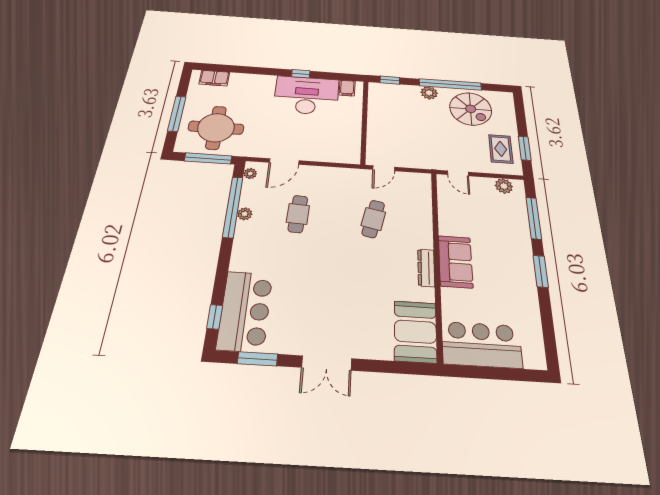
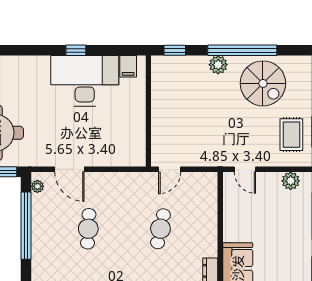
door: (284, 162) -> (69, 169), hinge flipped
plant: (245, 214) -> (38, 233), removed

